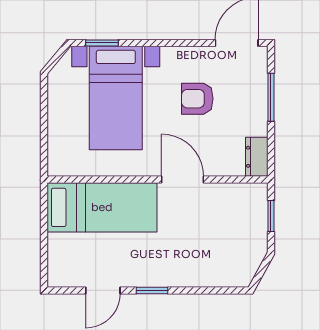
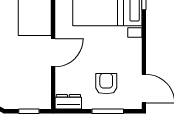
armchair: (197, 99) -> (106, 84), moved

